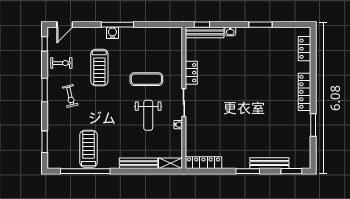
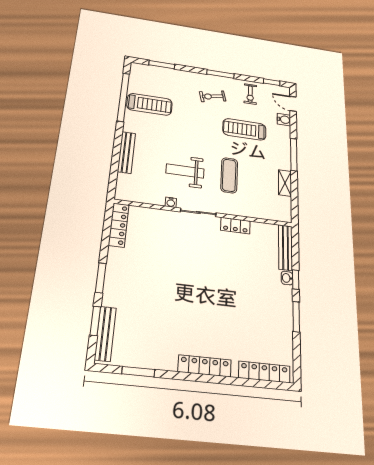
window: (202, 25) -> (296, 280), moved
water cooler: (112, 33) -> (284, 120), moved
locker: (305, 49) -> (264, 372), width x1.53
window: (313, 125) -> (138, 372), moved
shelving: (171, 163) -> (285, 183), moved
bench: (269, 163) -> (105, 334), moved
window: (291, 171) -> (95, 321), moved

